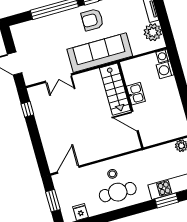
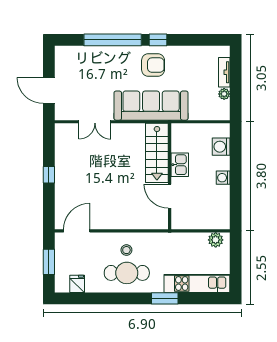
armchair: (92, 20) -> (153, 65), turned 180
plant: (153, 32) -> (224, 94), width x0.53, depth x0.53
washing machine: (163, 56) -> (223, 178), moved
window: (27, 109) -> (49, 175), moved
window: (167, 200) -> (165, 298), moved

